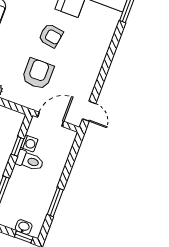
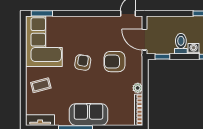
washing machine: (29, 143) -> (194, 49), moved
window: (18, 146) -> (162, 57), moved

